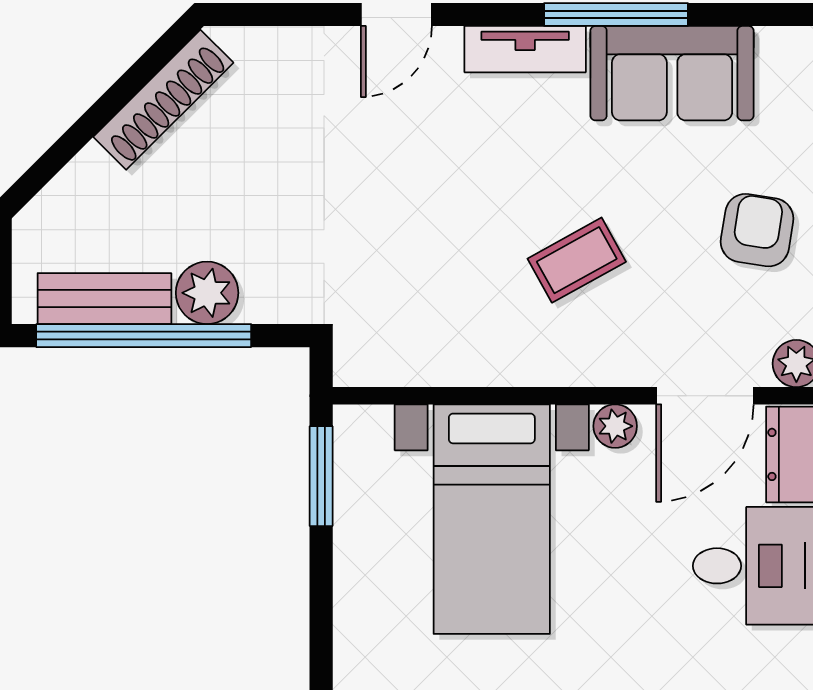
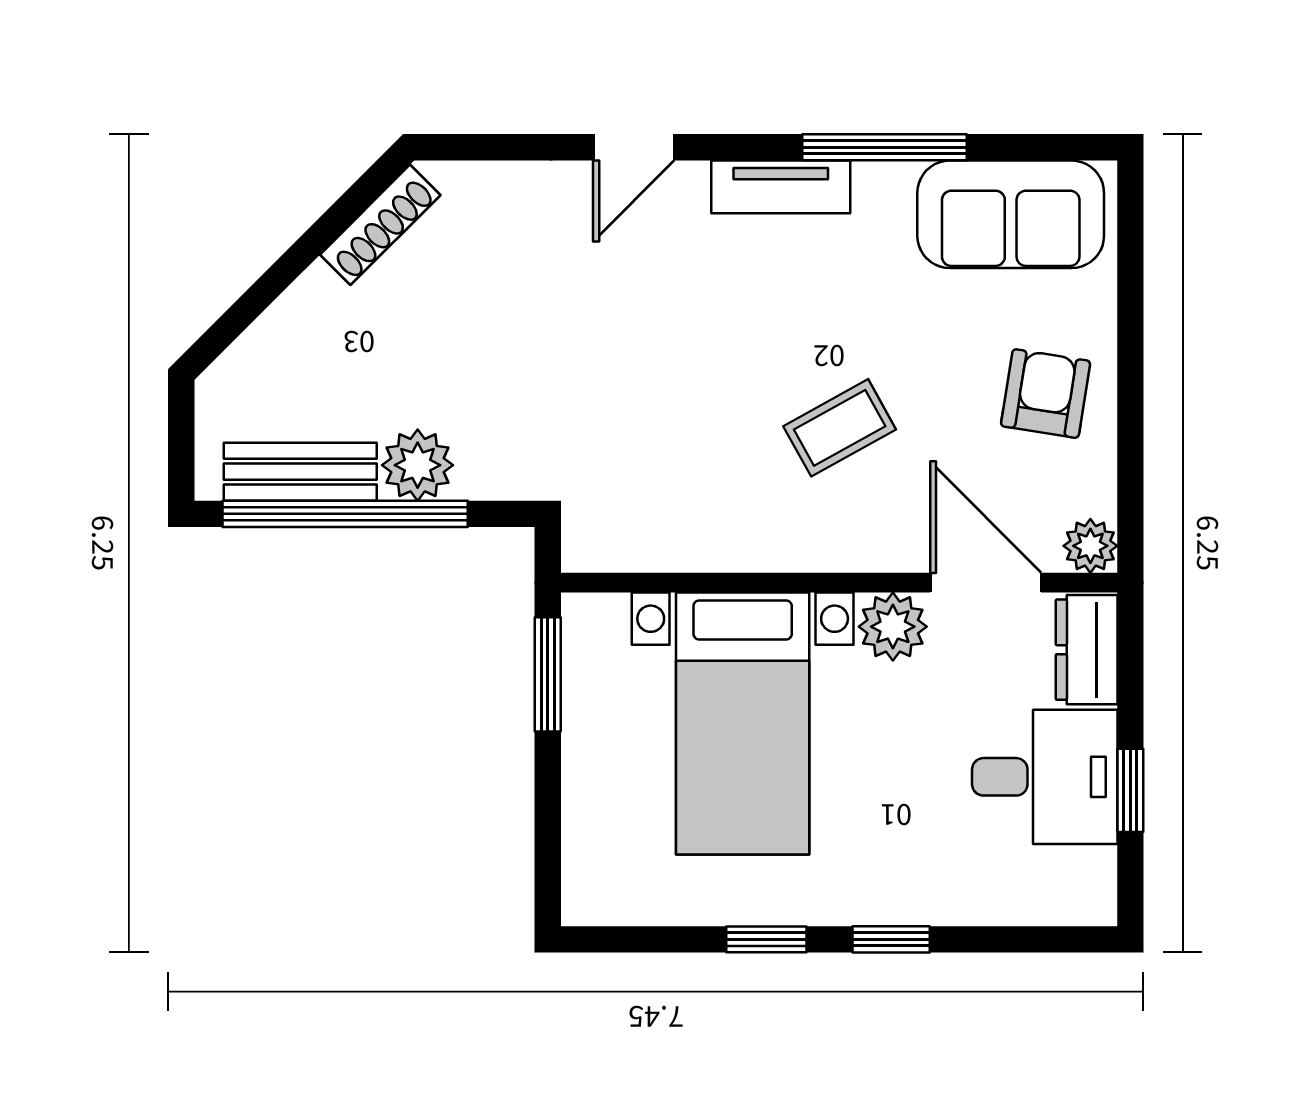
sofa: (672, 73) -> (1011, 214), moved
shoe rack: (163, 100) -> (380, 225), width x0.74, depth x0.81
door: (705, 396) -> (986, 583), swing flipped
plant: (615, 426) -> (893, 627), width x1.38, depth x1.38

